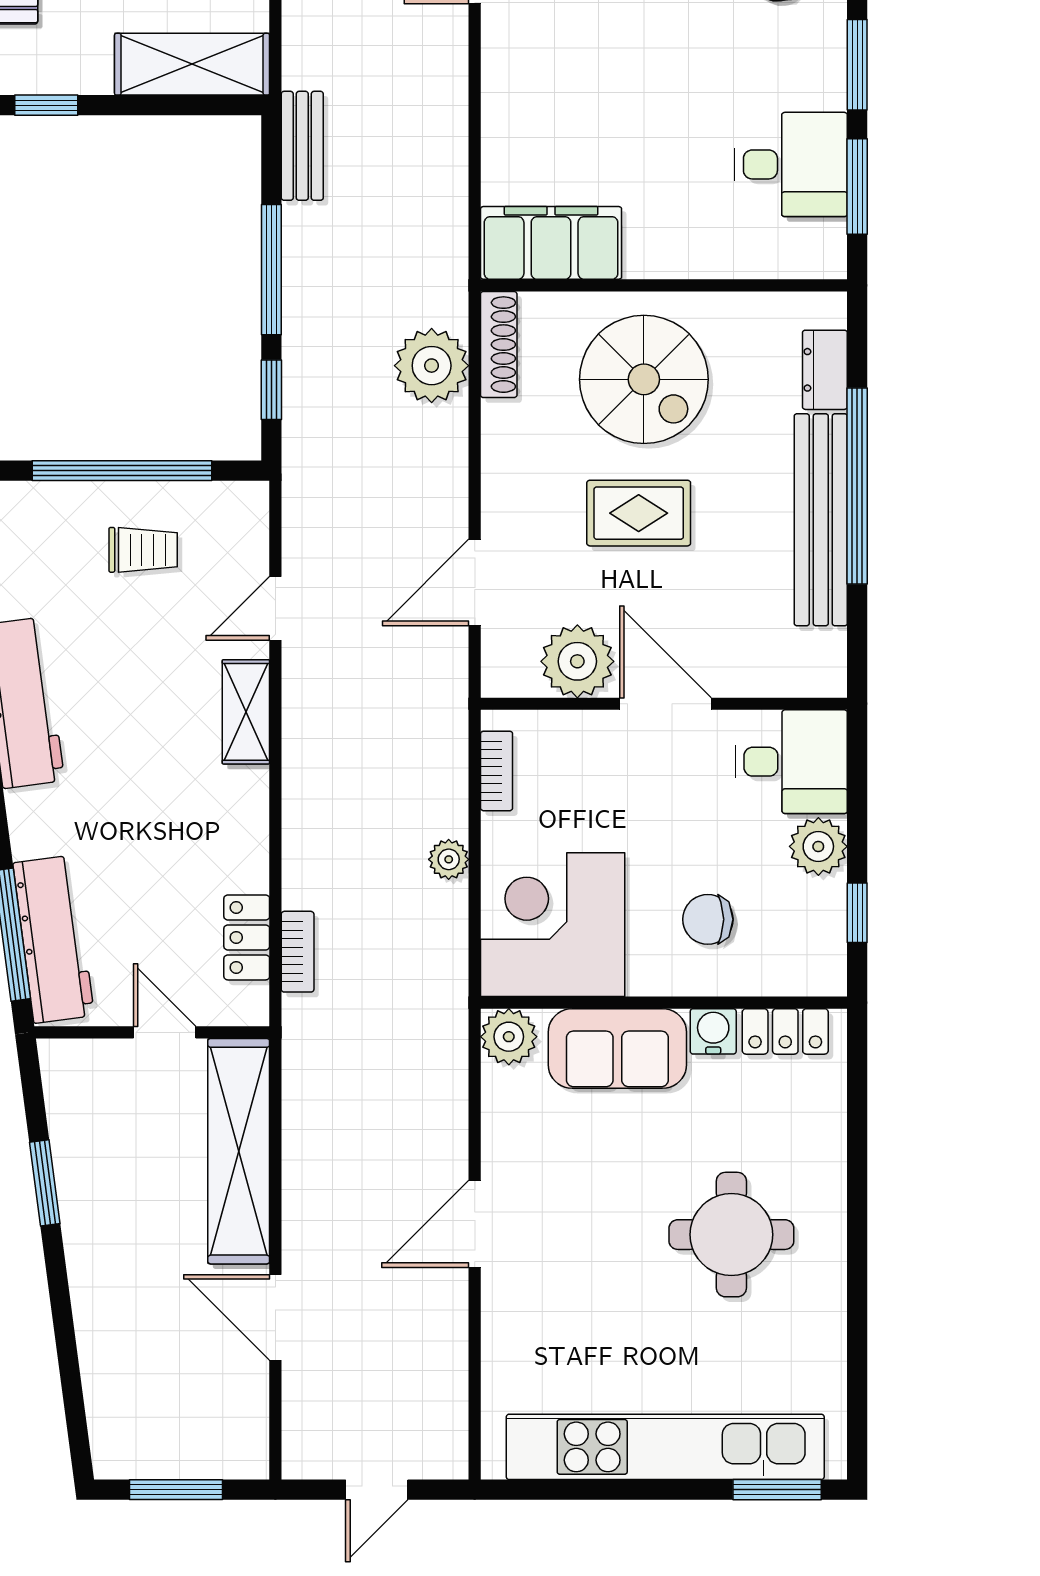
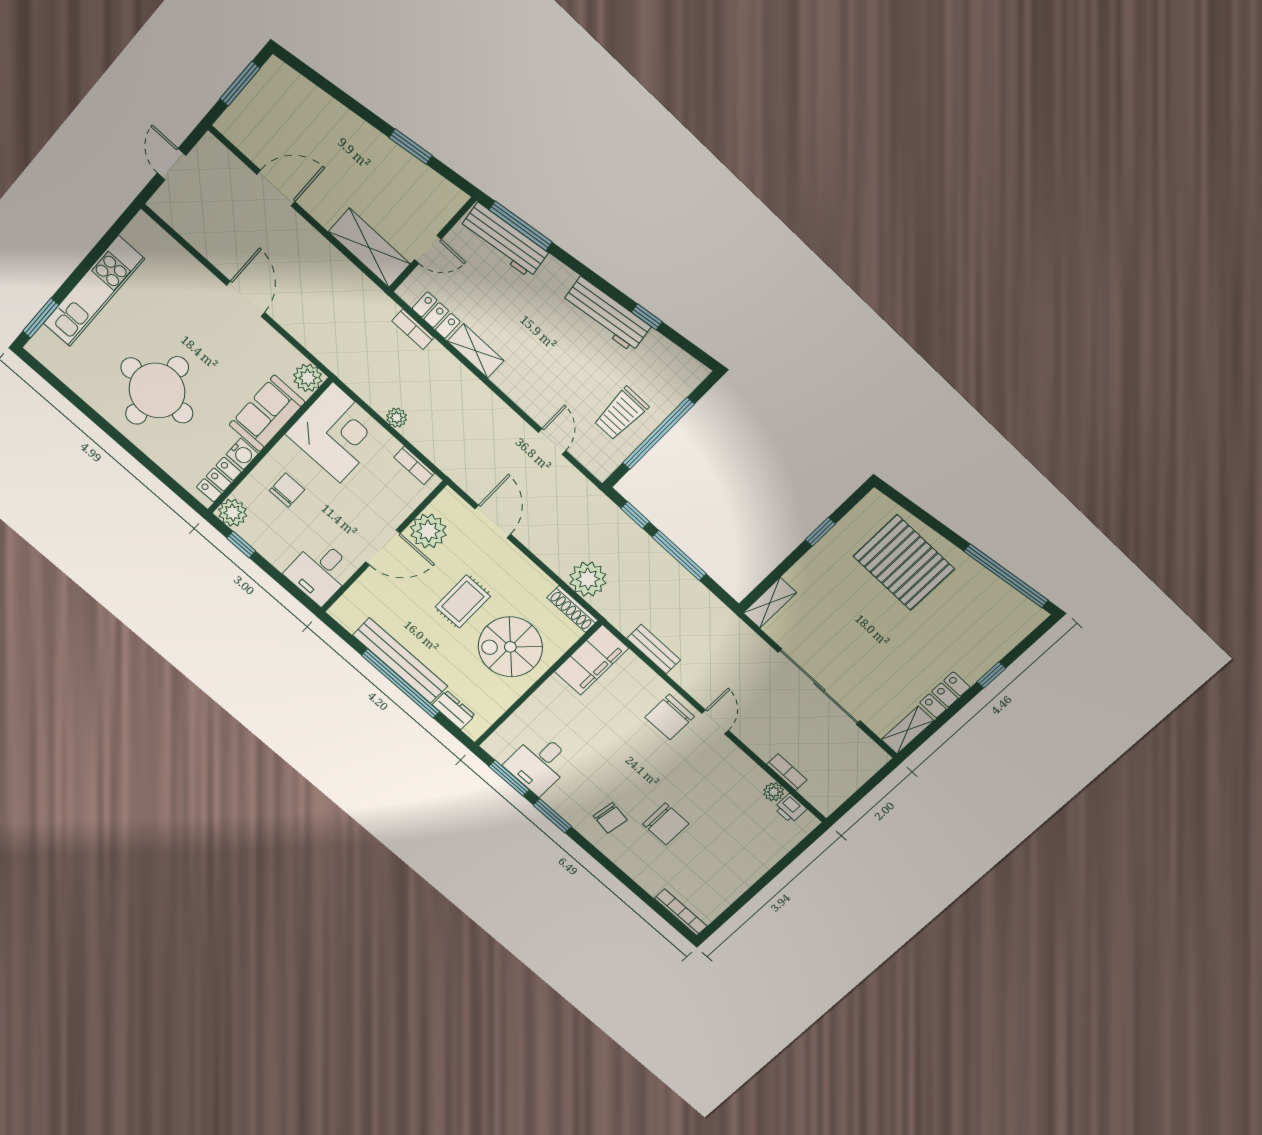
chair: (531, 44) -> (670, 717), added
shelving: (192, 64) -> (770, 603), width x0.67, depth x0.75
bench: (302, 146) -> (654, 649), moved
trolley: (143, 550) -> (621, 414), width x1.36, depth x1.39
shelving: (246, 712) -> (476, 351), moved
plant: (818, 846) -> (233, 513), moved
shelving: (239, 1151) -> (369, 248), width x0.68
round table: (731, 1235) -> (157, 391), width x1.36, depth x1.36
kitchen unit: (665, 1447) -> (94, 291), width x0.73

